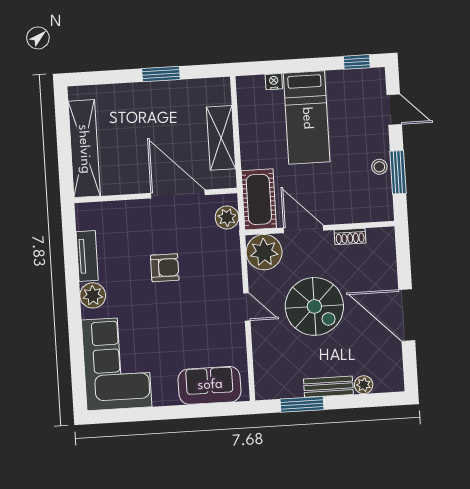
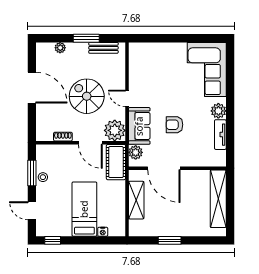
sofa: (210, 385) -> (139, 126), moved, turned -90
bench: (328, 387) -> (103, 48), moved
window: (302, 404) -> (86, 38), moved

